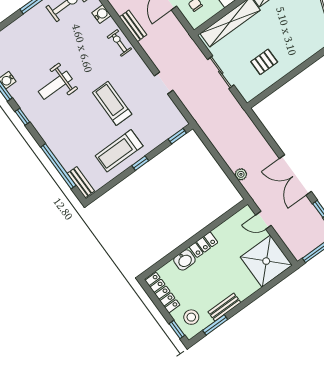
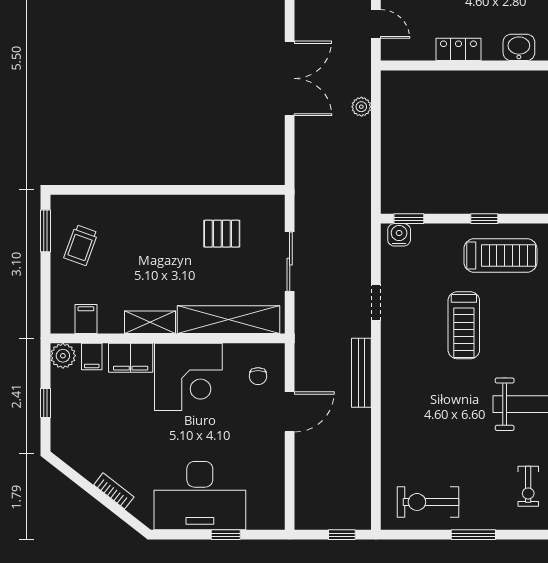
water cooler: (101, 14) -> (399, 235), moved, turned 90
bench: (133, 26) -> (361, 373), moved, width x1.36
exercise bike: (119, 43) -> (528, 486), moved
double door: (295, 175) -> (290, 78), moved
locker: (203, 245) -> (458, 49), moved

